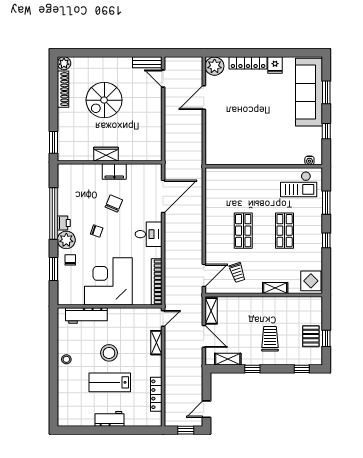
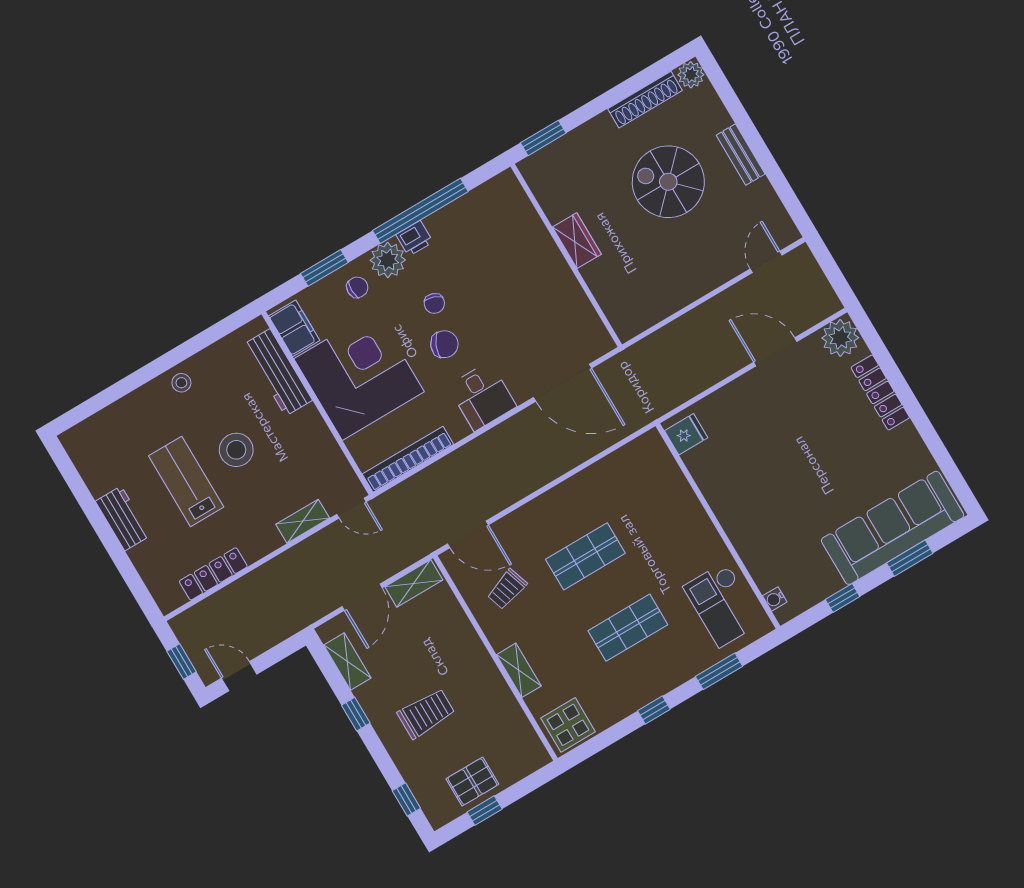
bench: (147, 62) -> (741, 155), moved
fridge: (275, 65) -> (686, 434), moved, turned 180
filing cabinet: (114, 172) -> (294, 328), moved, turned 180
chair: (114, 203) -> (444, 344), moved

